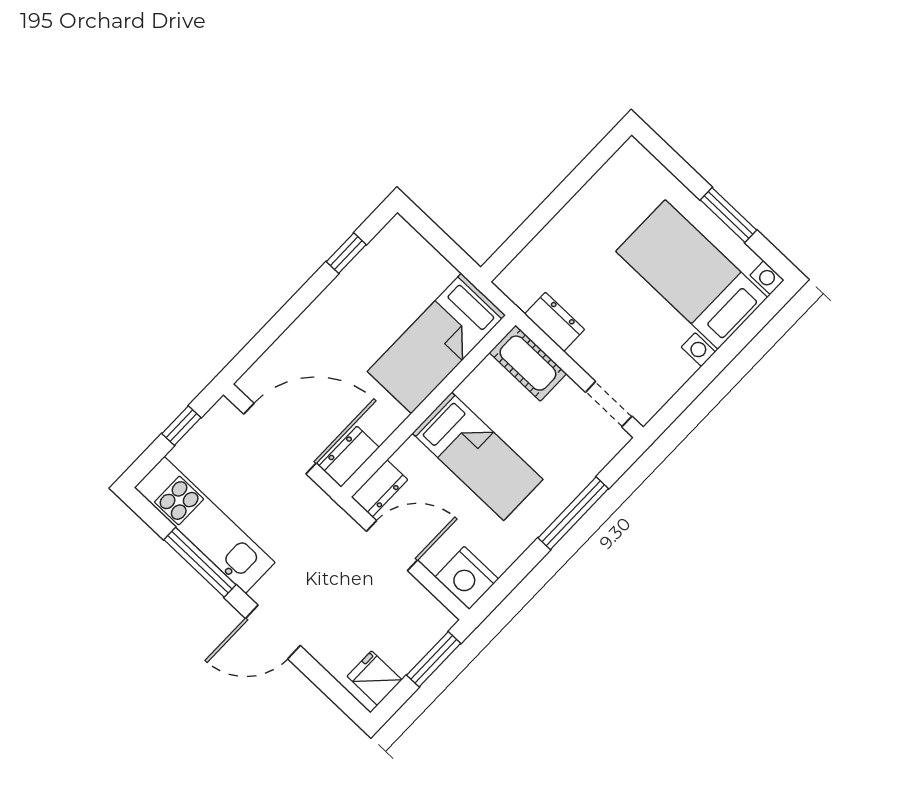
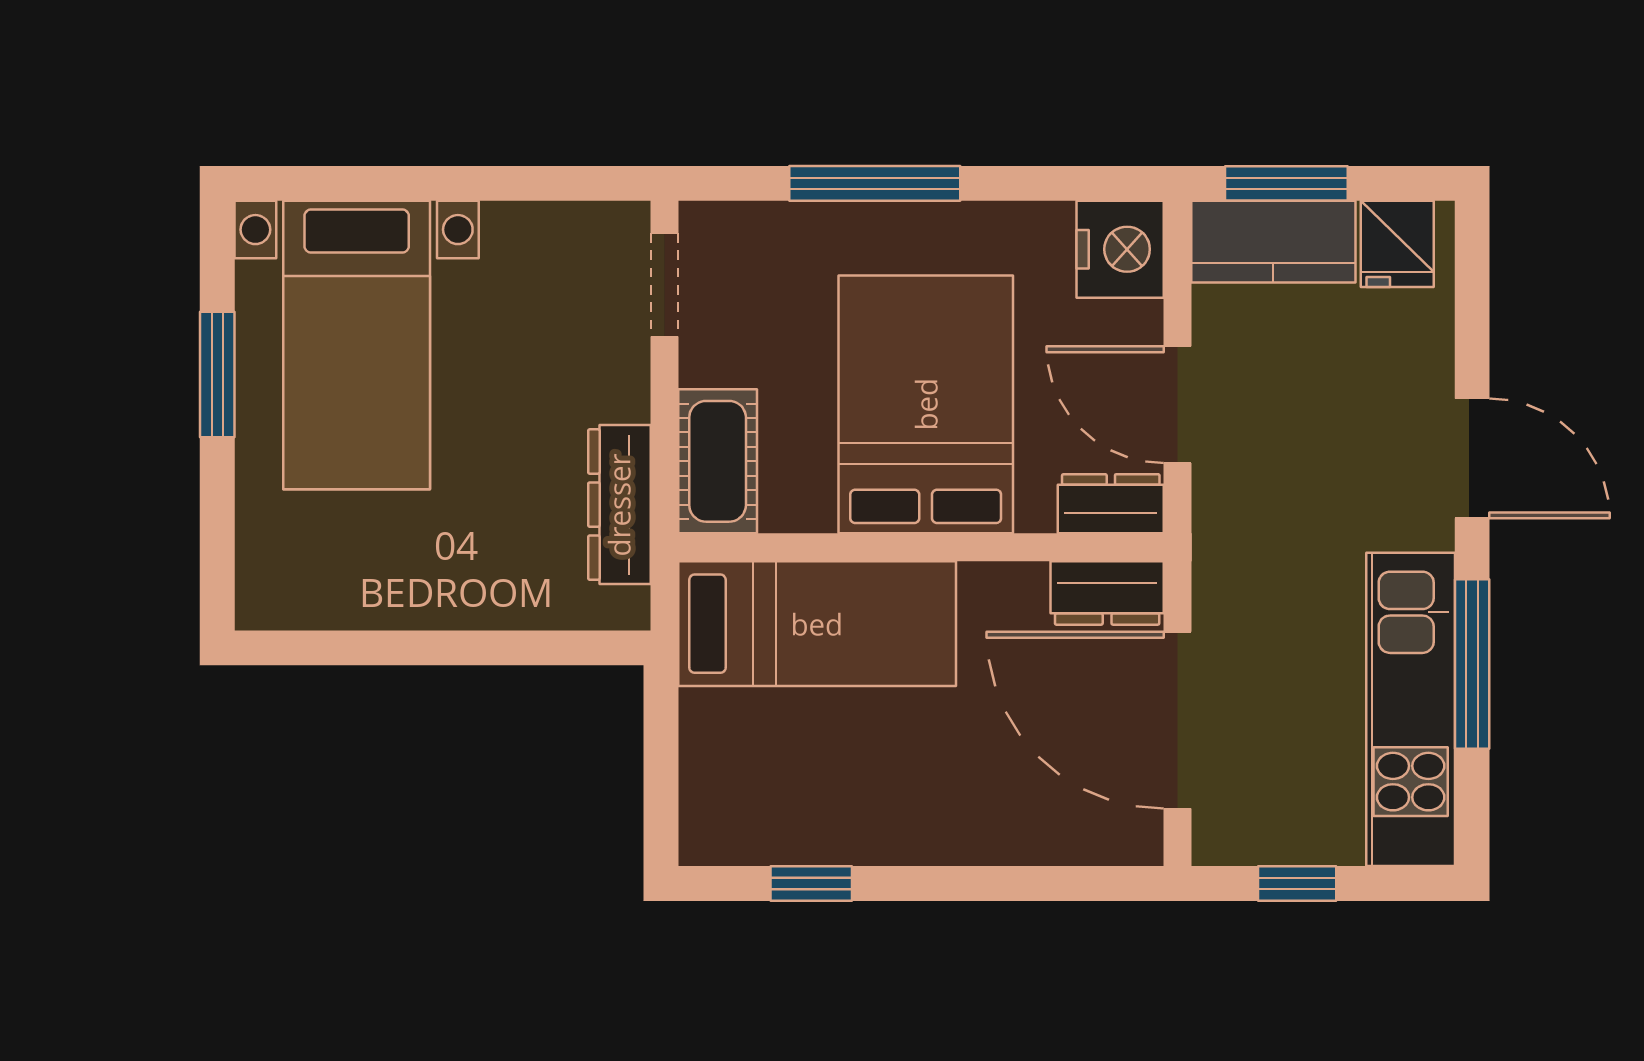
dresser: (554, 322) -> (619, 505), width x1.44
bed: (478, 456) -> (926, 404), width x1.50
kitchen counter: (417, 635) -> (1273, 242), added

